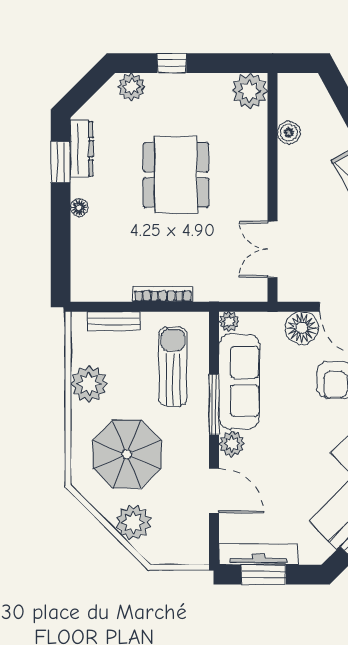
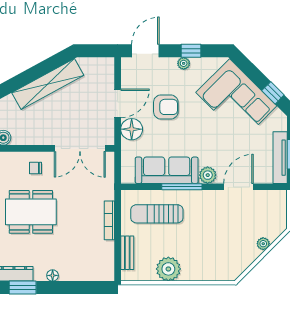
chair: (243, 182) -> (35, 168), added
double door: (273, 249) -> (80, 148), width x1.37
plant: (229, 322) -> (127, 177), removed
parasol: (127, 454) -> (214, 244), removed
plant: (133, 522) -> (263, 244), width x0.53, depth x0.53

